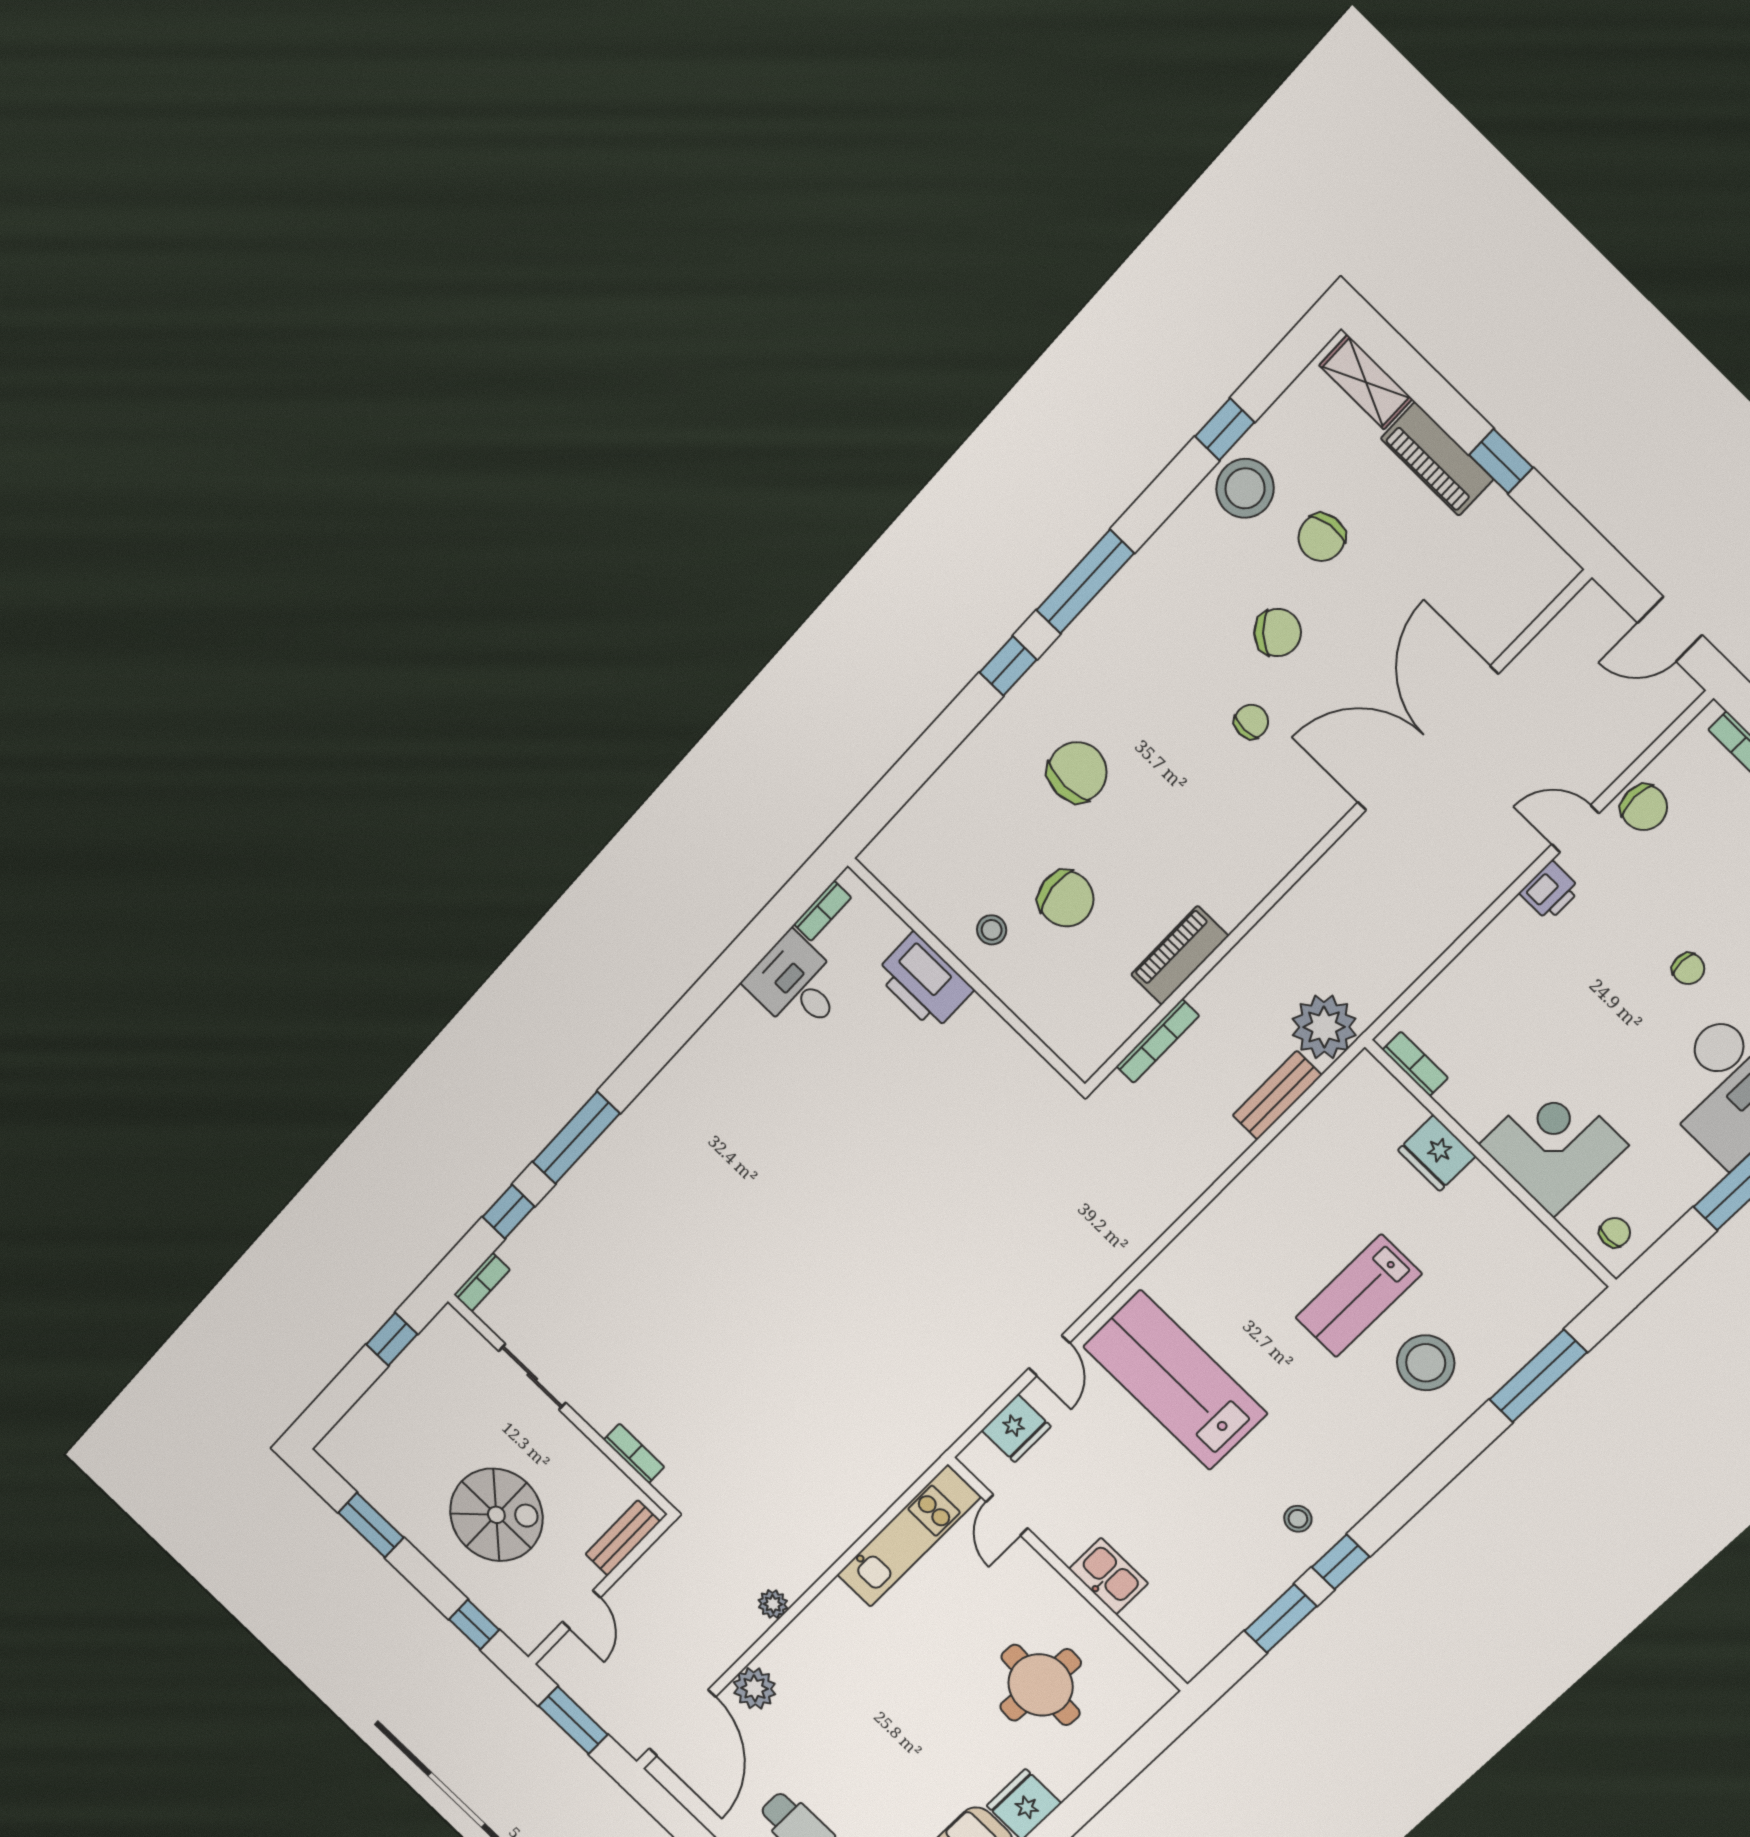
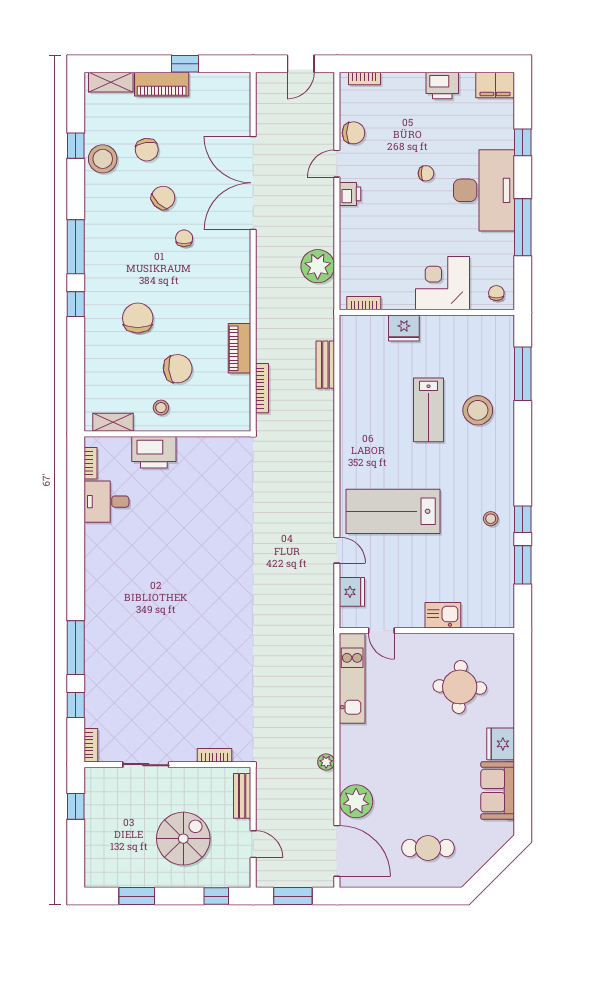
shelving: (906, 885) -> (113, 422), added
plant: (1324, 1027) -> (318, 266), moved
plant: (754, 1688) -> (356, 801), width x1.36, depth x1.36

